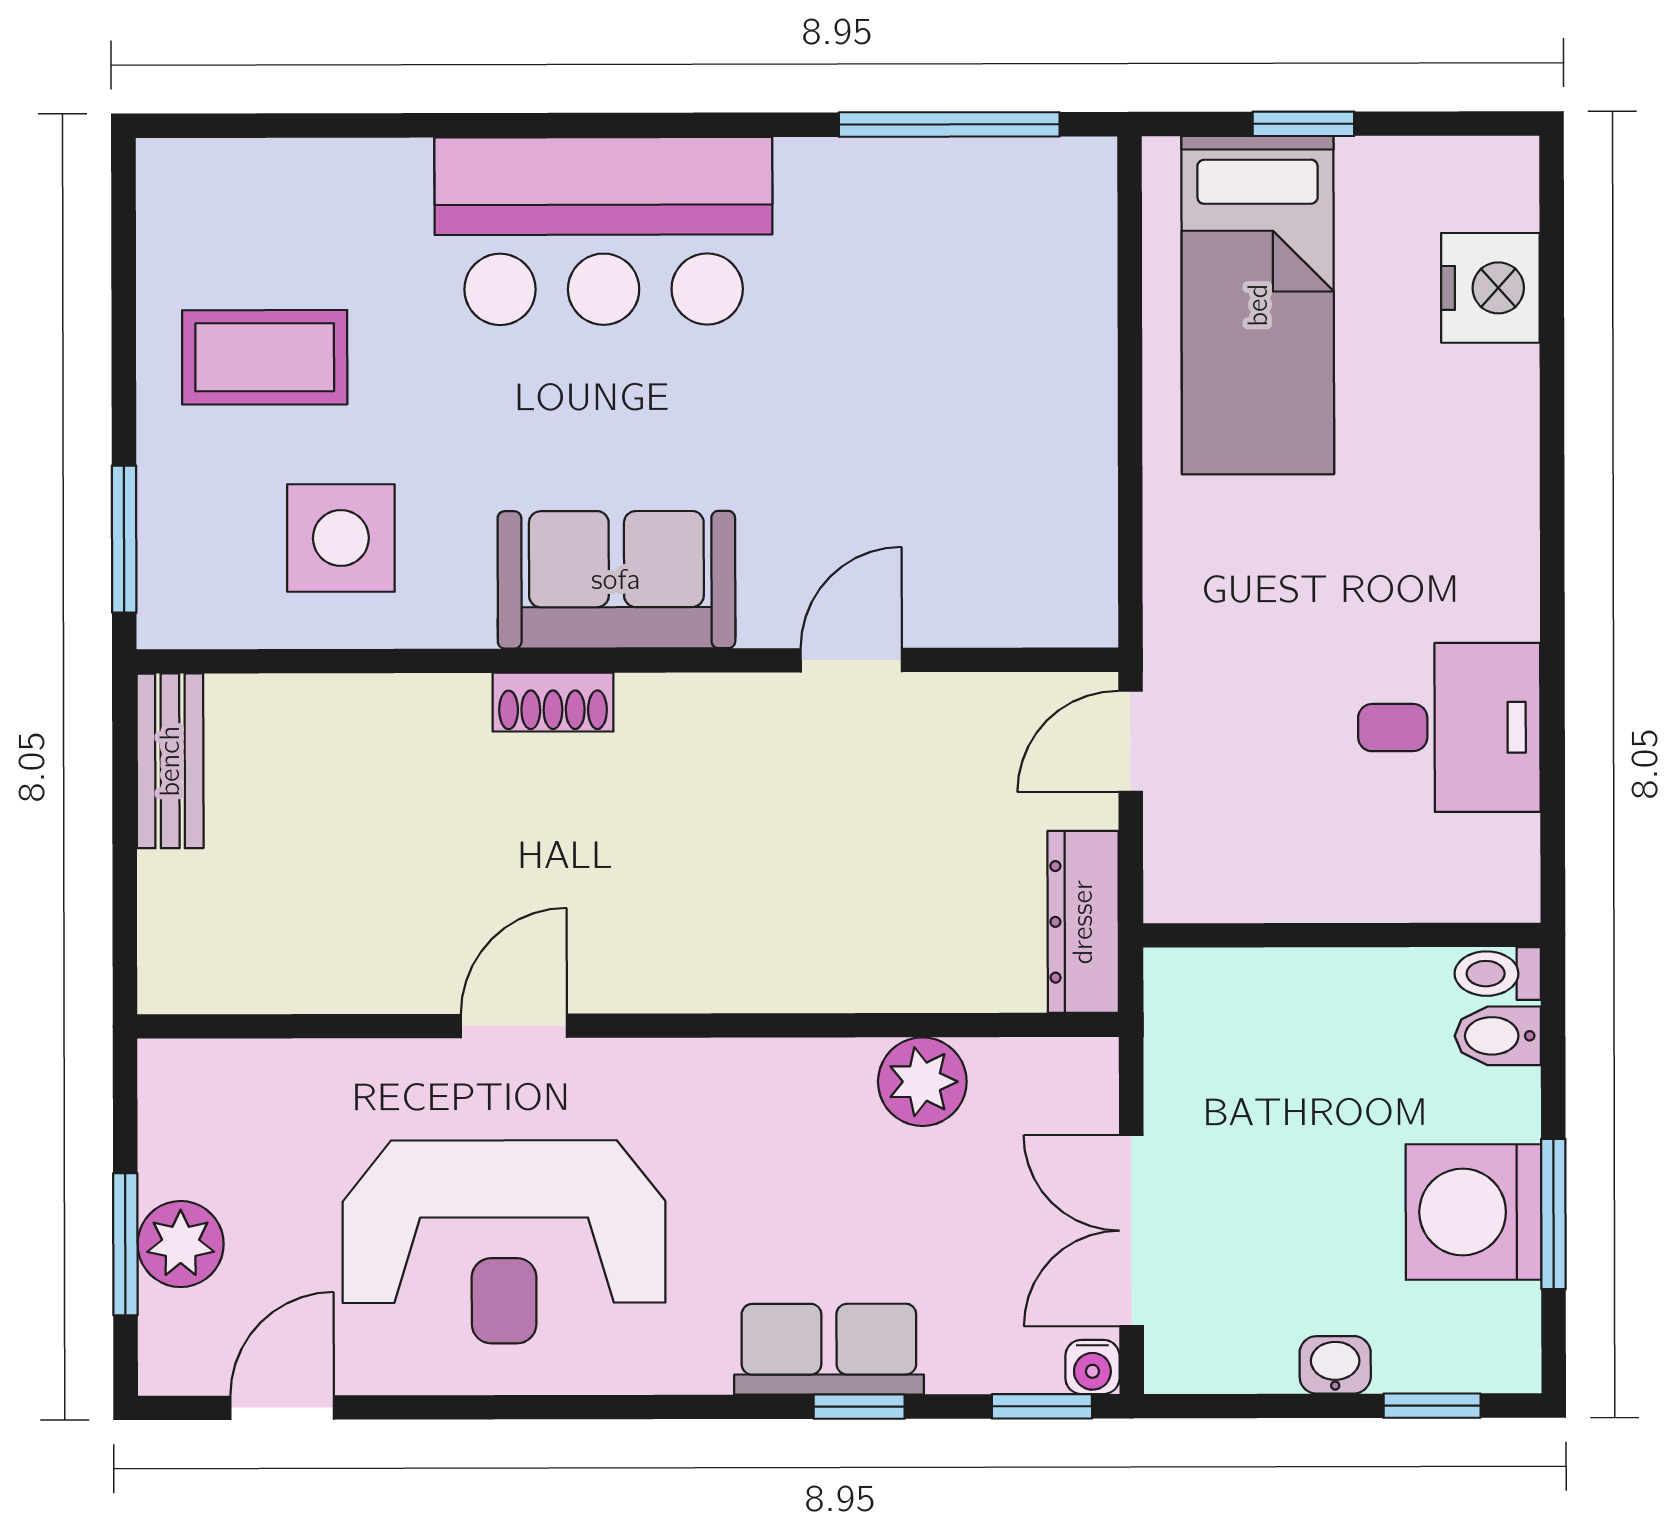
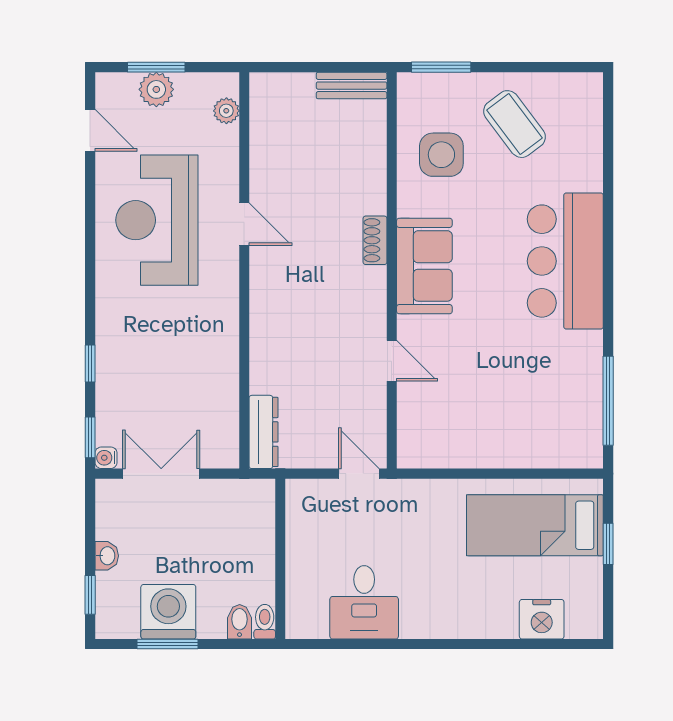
coffee table: (265, 357) -> (515, 124), turned -37
dresser: (1083, 922) -> (264, 432), moved, turned 90
plant: (922, 1082) -> (226, 111), moved, width x0.73, depth x0.73
row of seats: (829, 1349) -> (113, 351), removed

